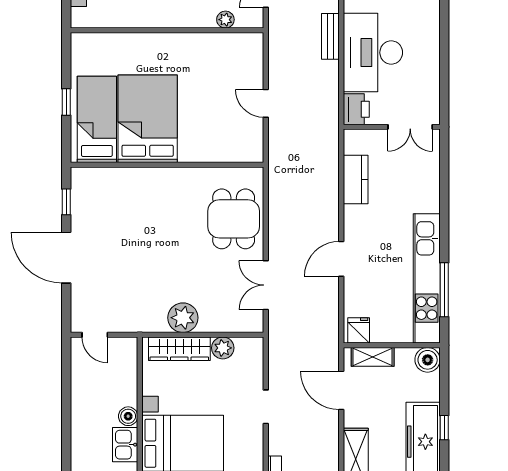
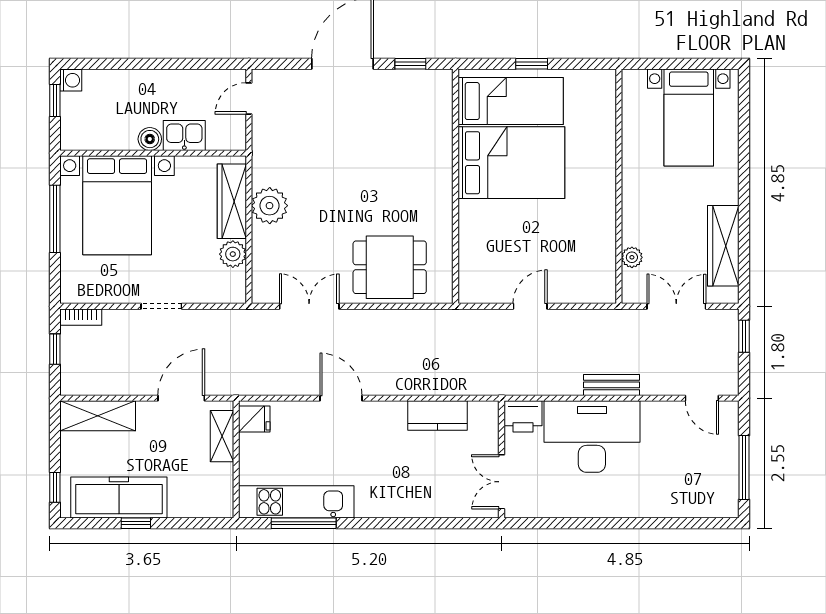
kitchen unit: (427, 278) -> (296, 502), width x0.73
boiler: (428, 360) -> (218, 503), removed
kitchen sink: (125, 445) -> (184, 135), moved

